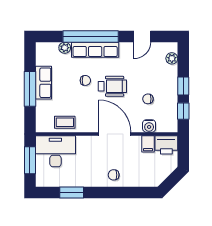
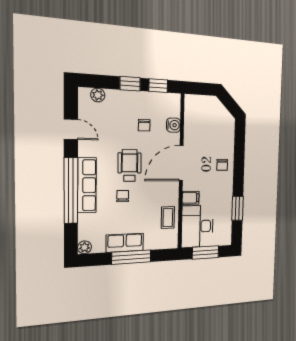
plant: (65, 48) -> (85, 247), moved
filing cabinet: (148, 144) -> (191, 198), moved
printer: (166, 145) -> (194, 107), removed

